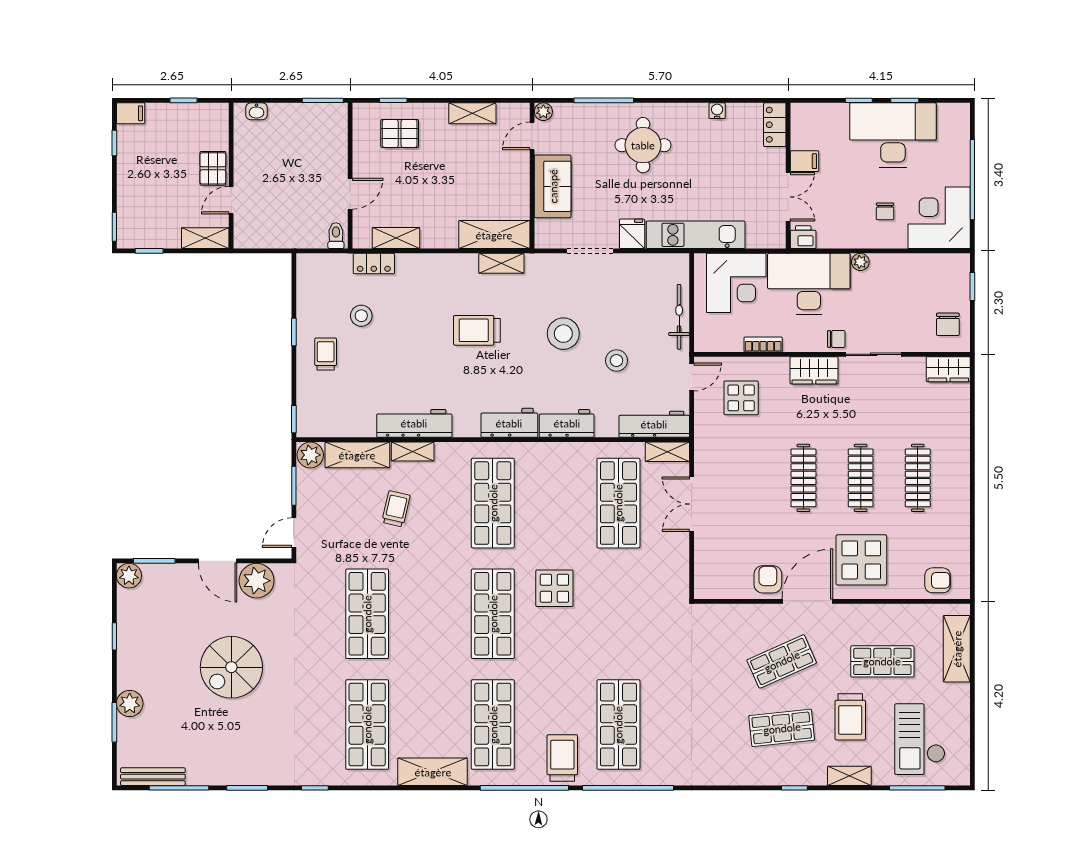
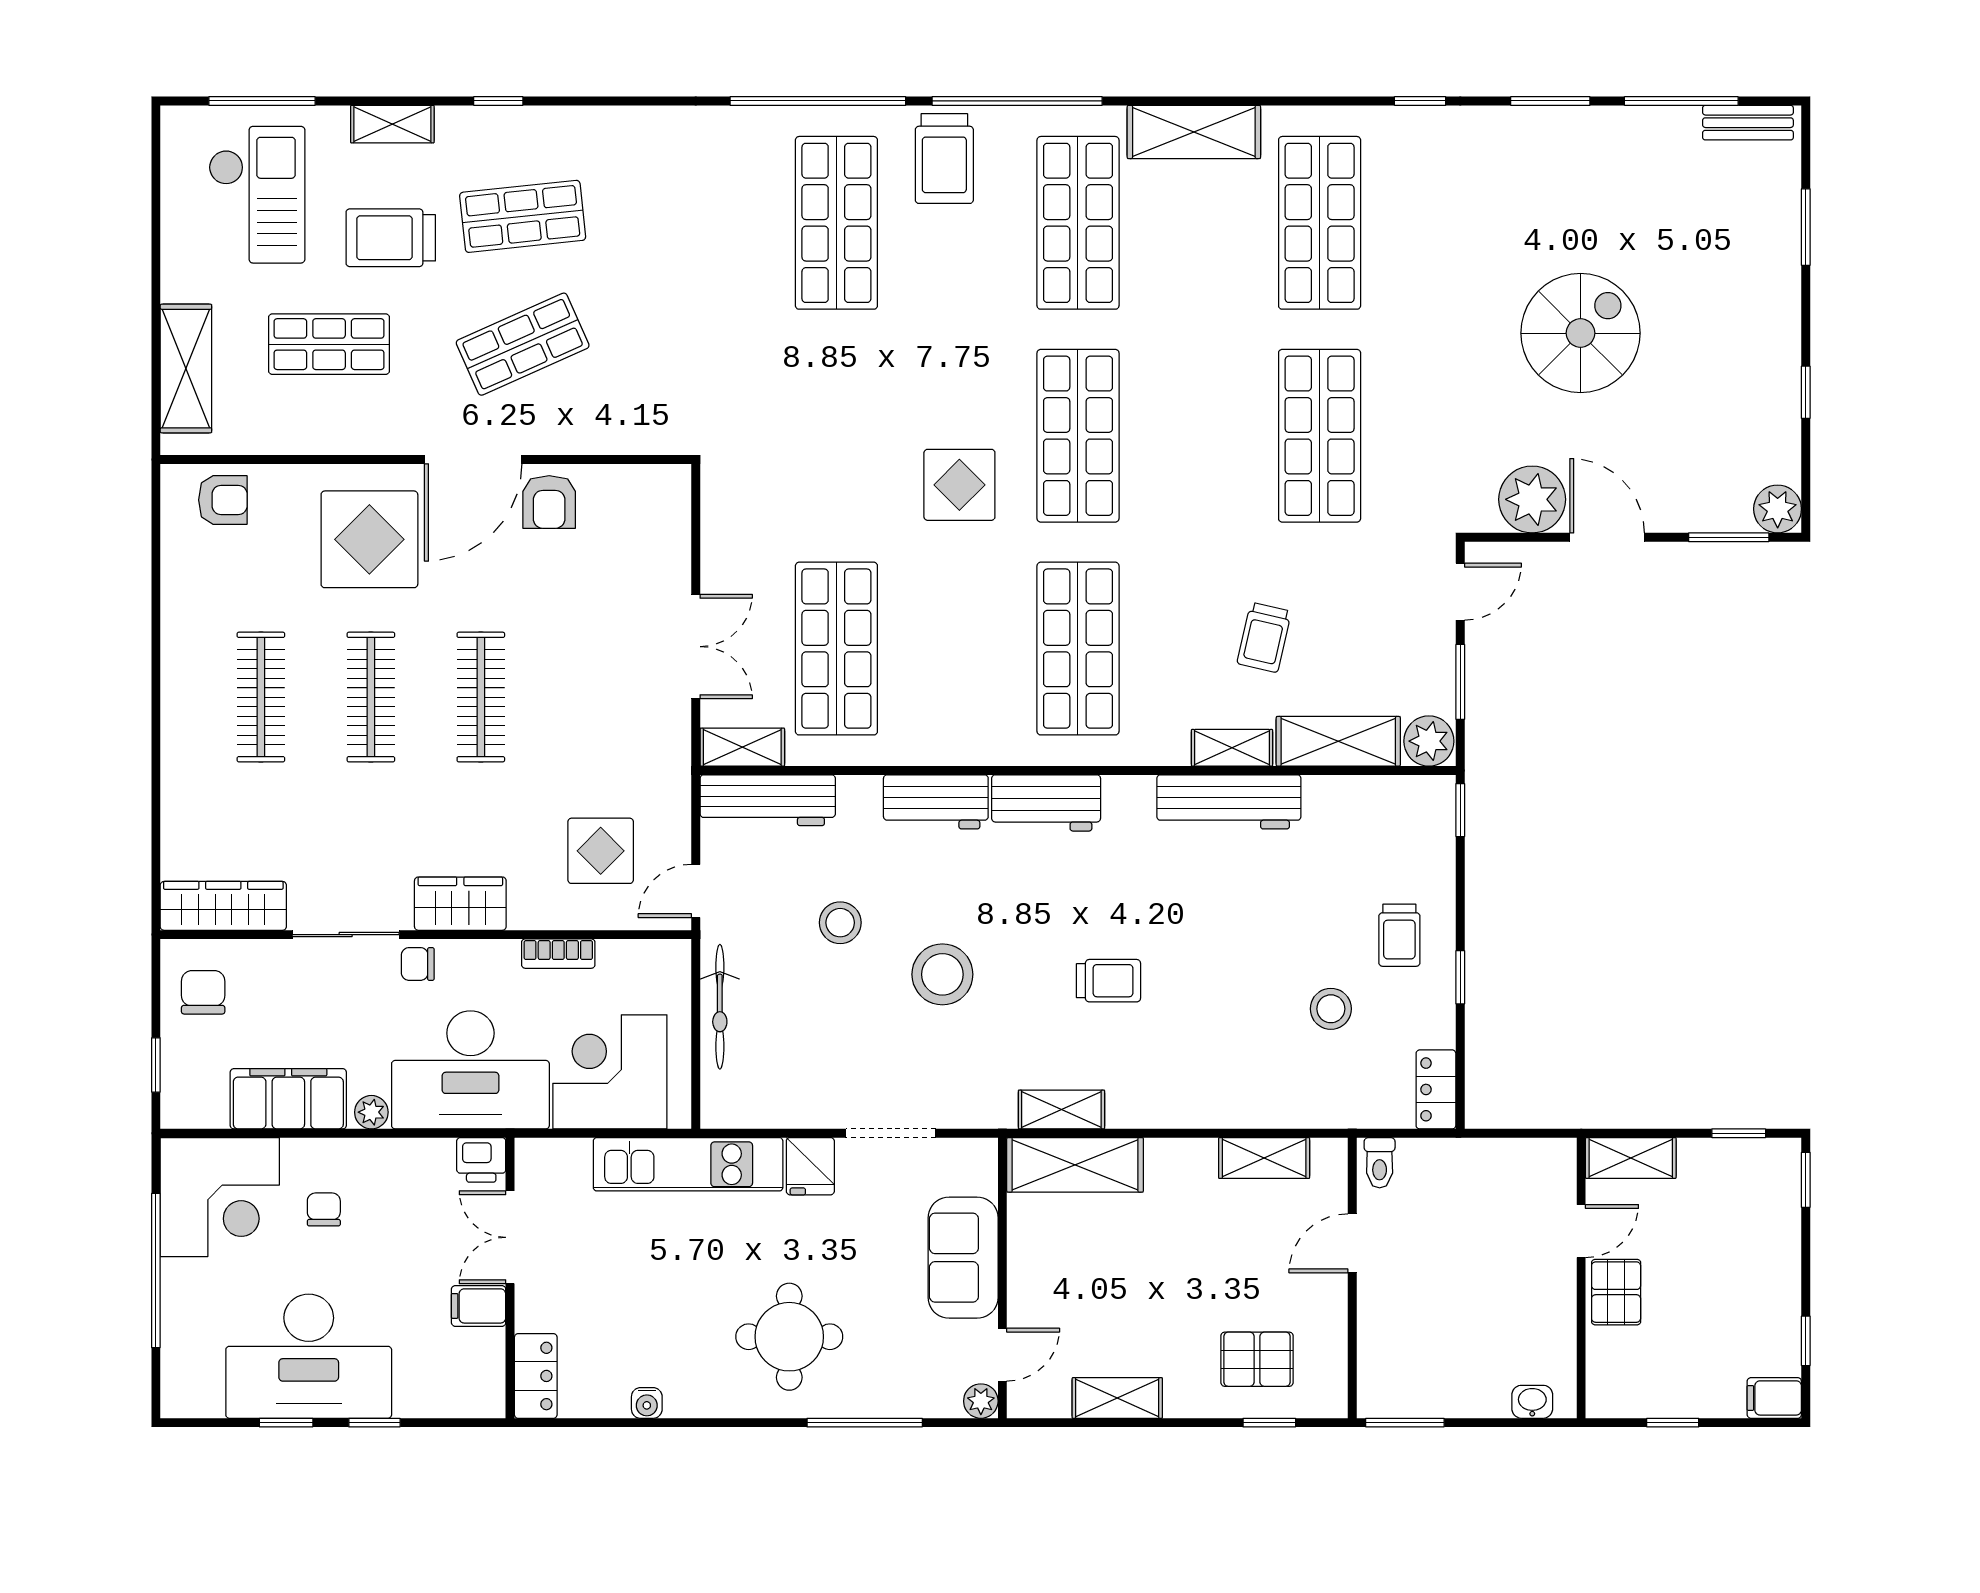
locker: (374, 264) -> (1436, 1089), moved, turned -90
filing cabinet: (904, 269) -> (288, 1099), added
trolley: (477, 330) -> (1108, 981), width x0.73, depth x0.72
wardrobe: (948, 369) -> (223, 906), width x1.50
armchair: (938, 580) -> (223, 500), turned 180
plant: (130, 703) -> (1776, 263), removed
trolley: (850, 717) -> (391, 238), turned -90
bench: (153, 777) -> (1748, 123), width x0.73

